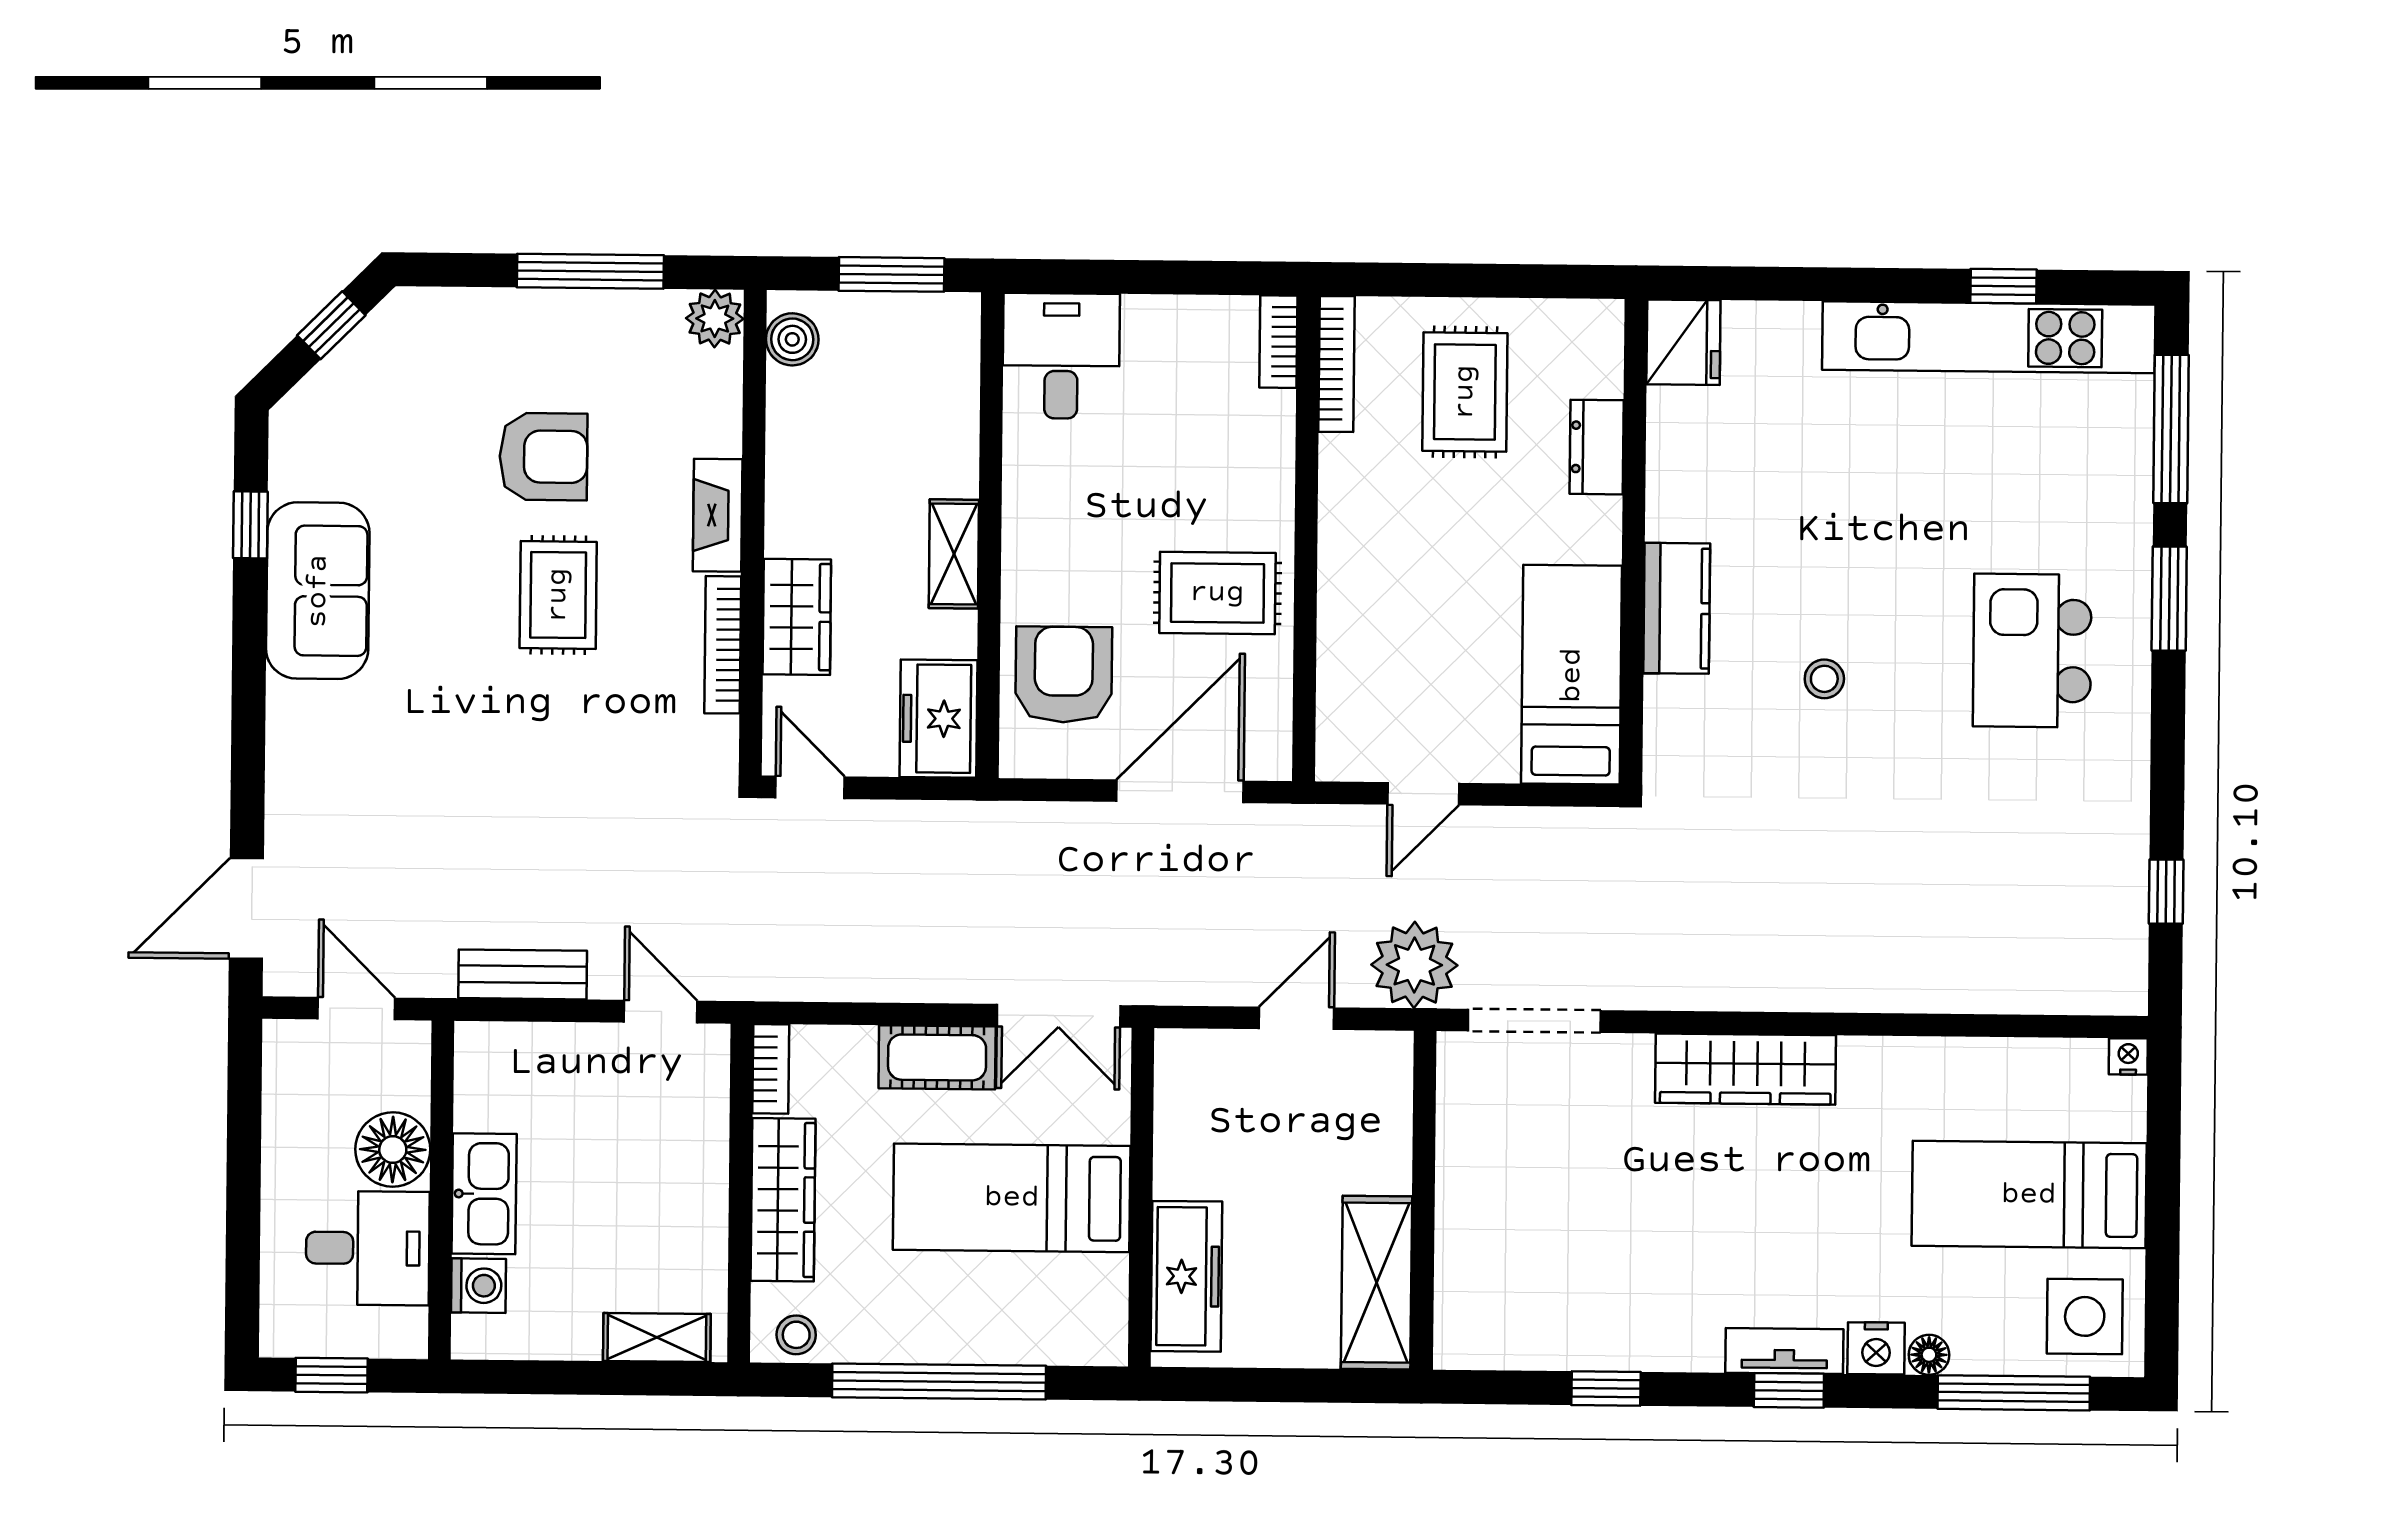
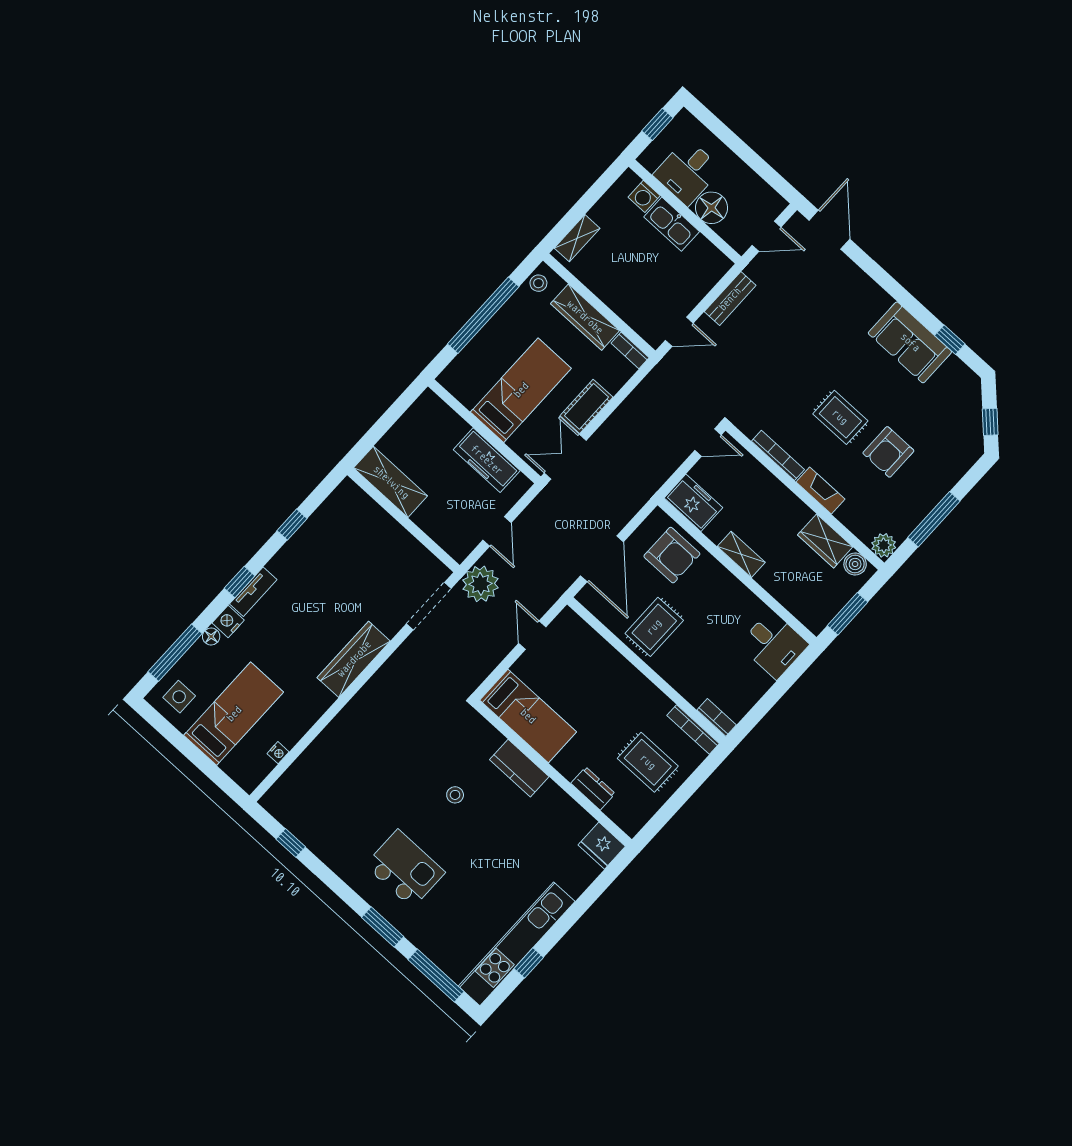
wardrobe: (797, 617) -> (825, 541), moved
nightstand: (2128, 1056) -> (278, 753), moved
freezer: (1186, 1276) -> (487, 460), moved
side table: (2085, 1316) -> (179, 697), width x0.73, depth x0.73

